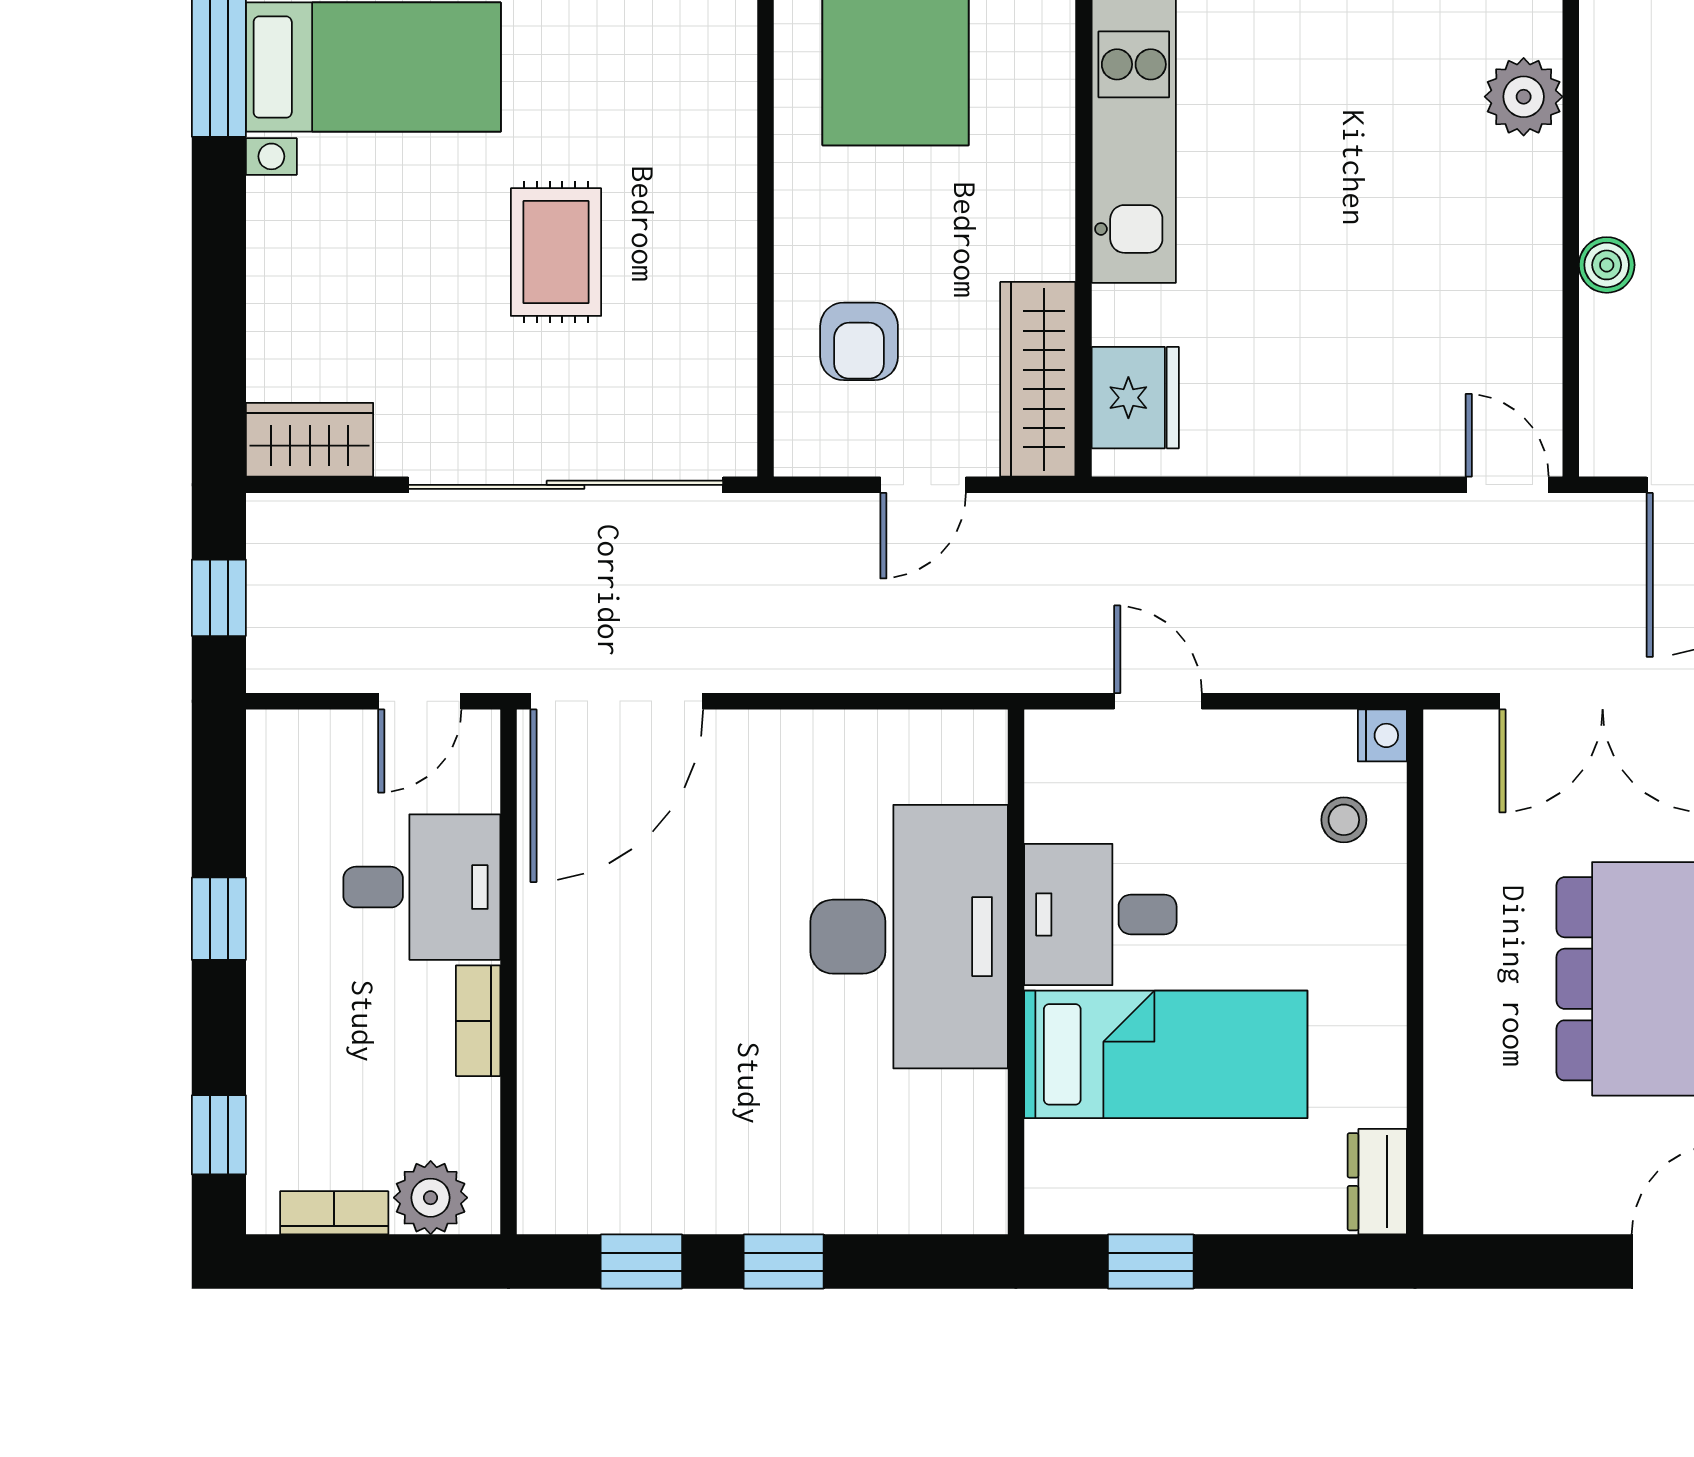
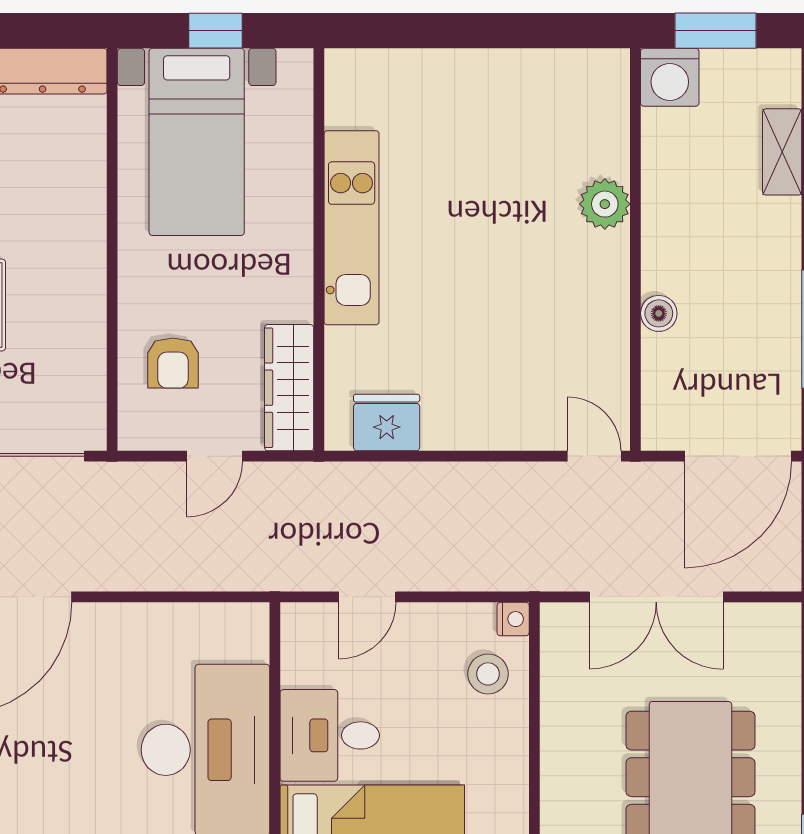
fridge: (1135, 398) -> (387, 423), moved, turned -90
door: (1158, 701) -> (367, 597), swing flipped
stool: (1344, 820) -> (488, 674), width x1.37, depth x1.37

